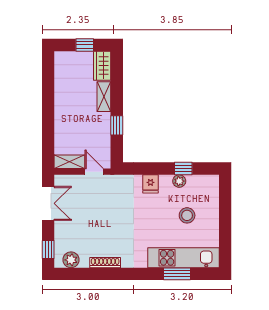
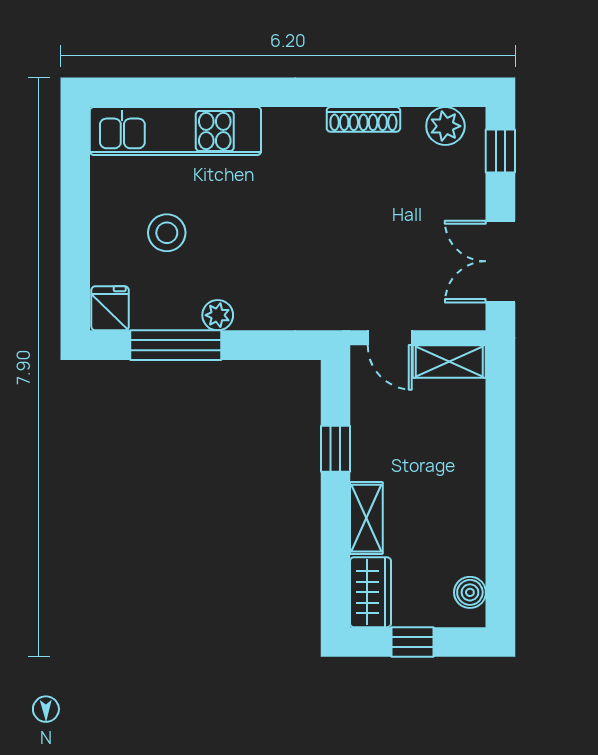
boiler: (61, 66) -> (470, 592), added
window: (183, 169) -> (176, 345), width x2.17
plant: (179, 181) -> (218, 315), moved
fridge: (150, 184) -> (110, 308), moved
window: (177, 274) -> (191, 92), removed

